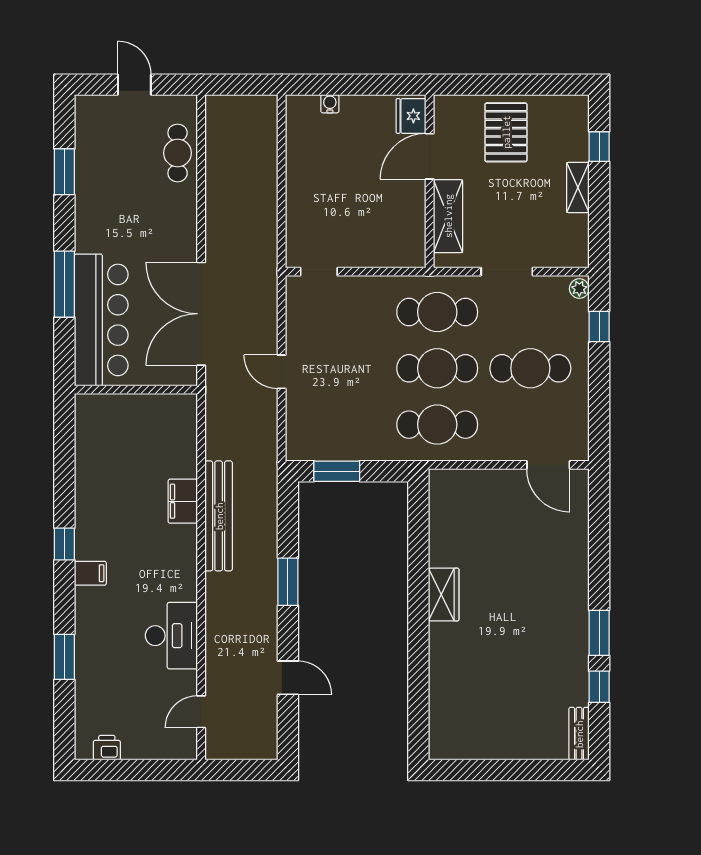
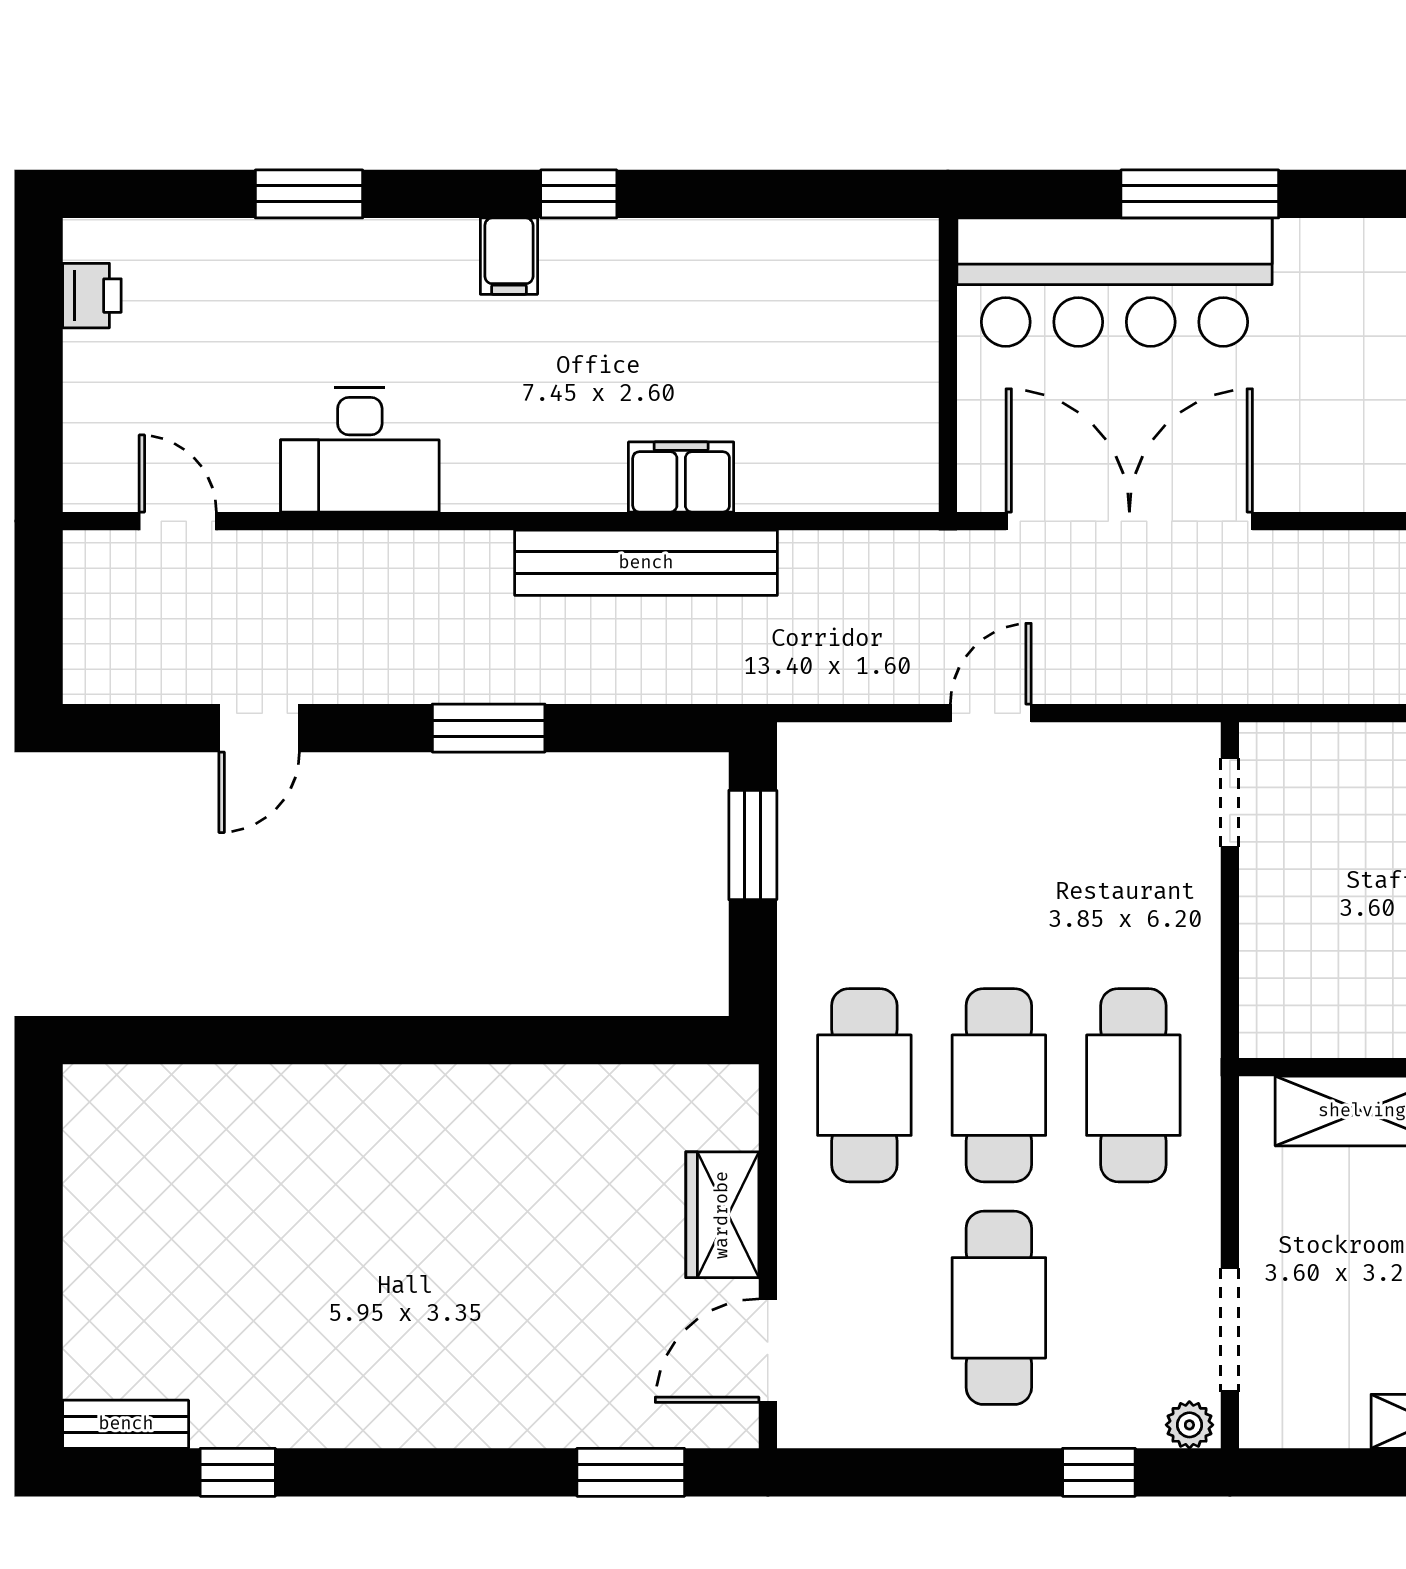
doorway: (507, 272) -> (1230, 1330), moved
wardrobe: (444, 595) -> (722, 1215), moved, turned 90
window: (599, 633) -> (631, 1472), moved

